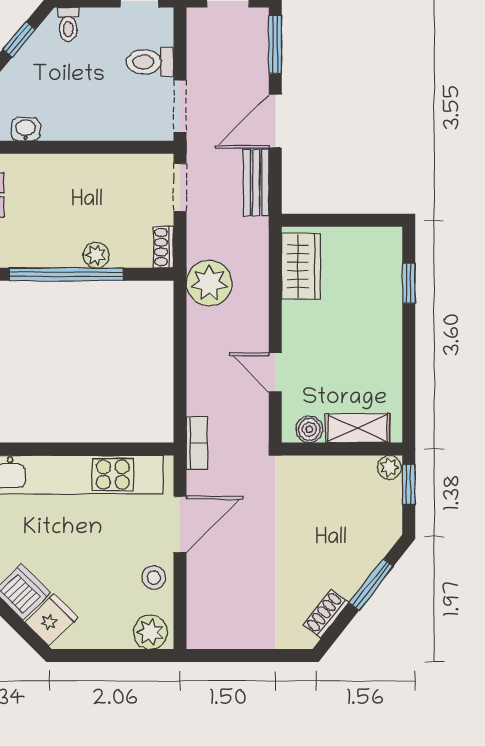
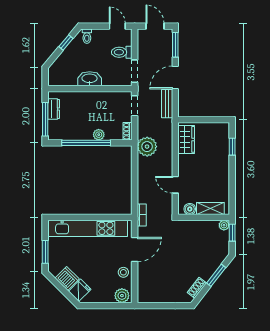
washbasin: (26, 129) -> (90, 79), moved, width x1.91, depth x1.45

